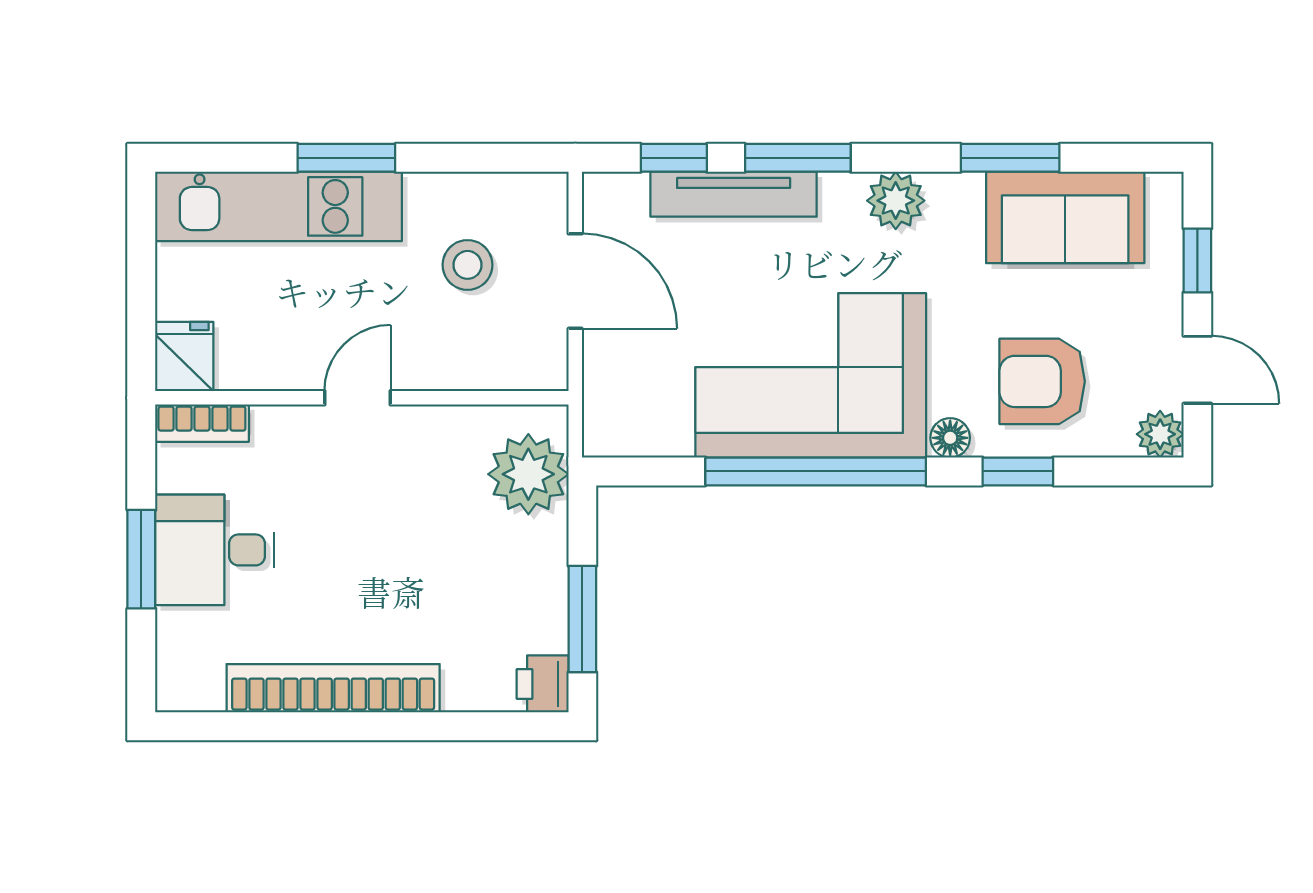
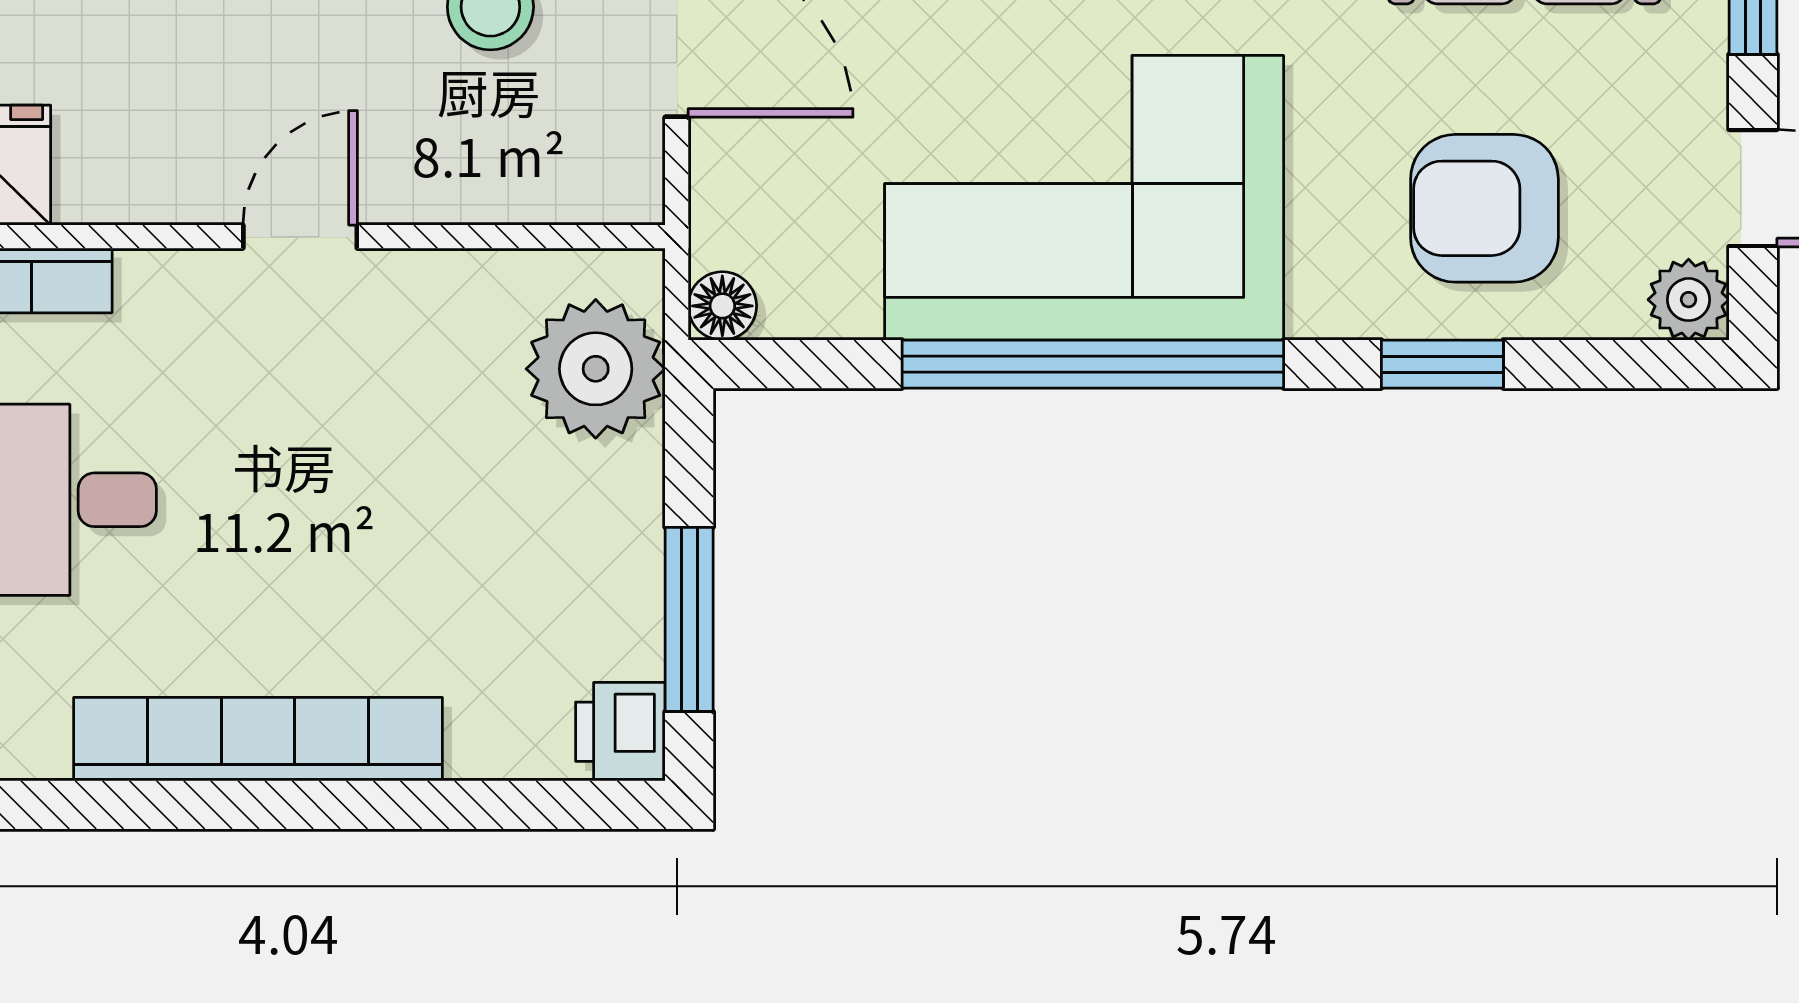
floor lamp: (950, 438) -> (722, 306), moved

